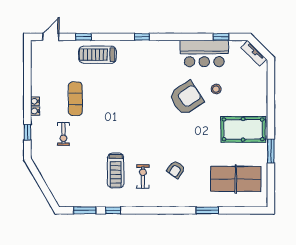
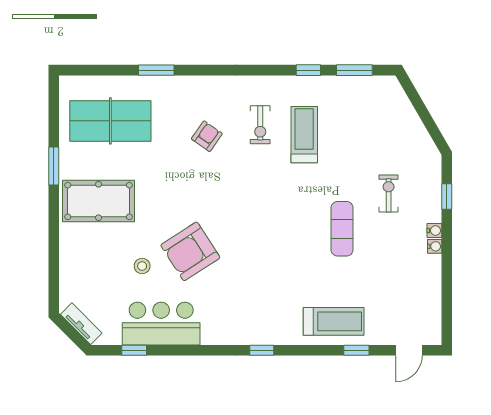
exercise mat: (75, 99) -> (342, 229), moved

